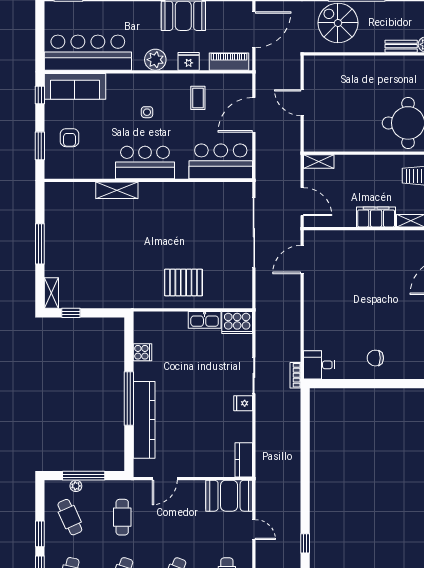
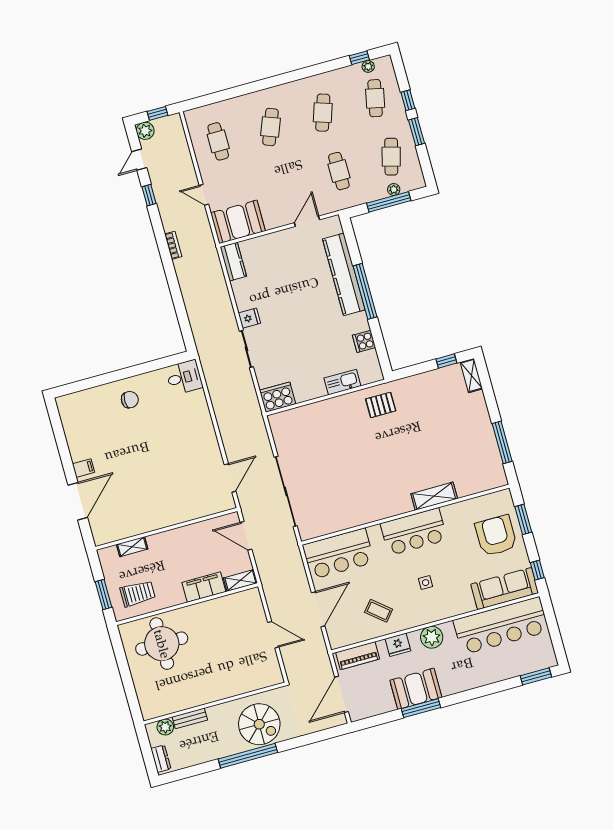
coffee table: (198, 98) -> (379, 611), turned -50
armchair: (69, 138) -> (496, 536), width x1.88, depth x1.88
filing cabinet: (376, 217) -> (204, 587), moved, turned 180
window: (40, 244) -> (502, 442), moved
pallet: (183, 282) -> (381, 405), moved, width x0.67, depth x0.71
kitchen sink: (205, 320) -> (342, 382), moved
bookcase: (295, 375) -> (173, 245), moved
cafe table: (70, 517) -> (391, 157), turned 39

